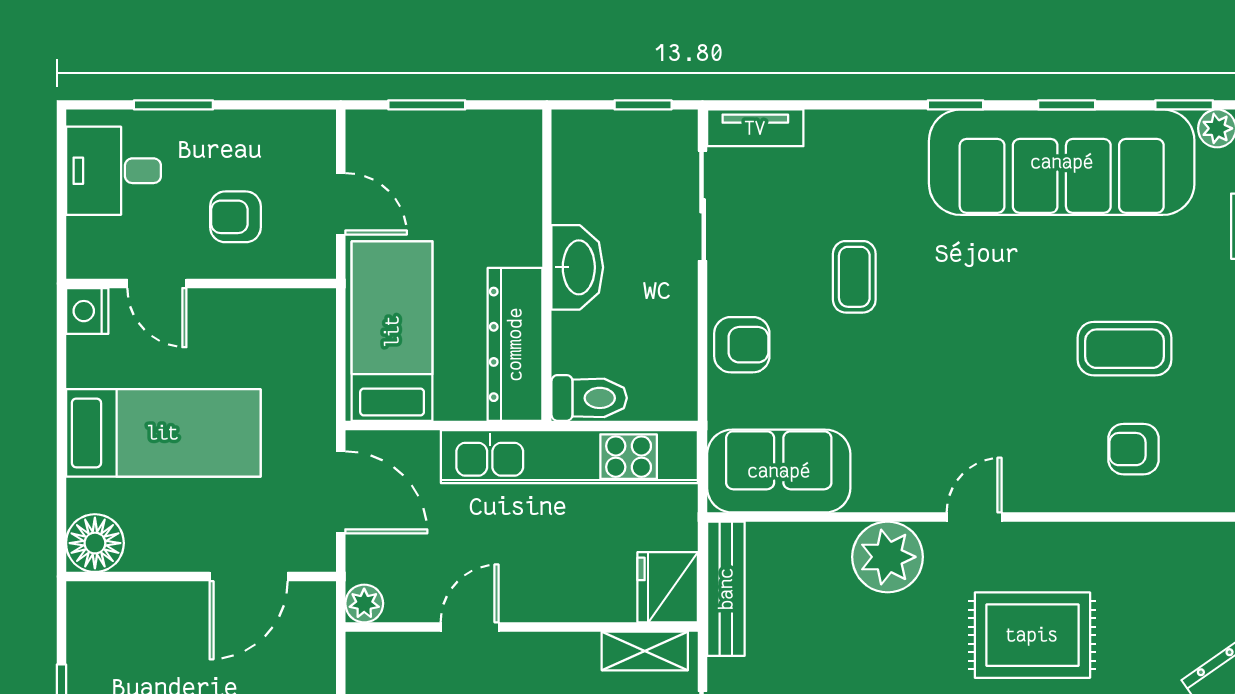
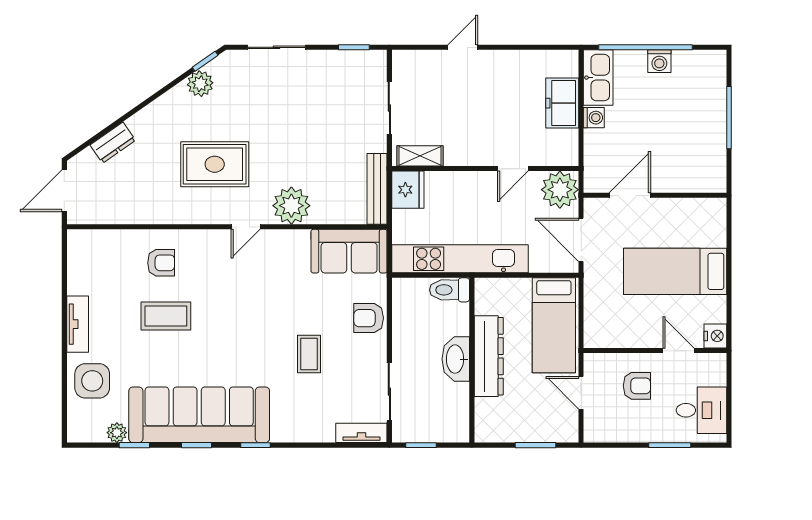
dresser: (515, 344) -> (489, 356), moved
floor lamp: (95, 543) -> (711, 213), removed
plant: (364, 603) -> (560, 190), width x1.88, depth x1.88

